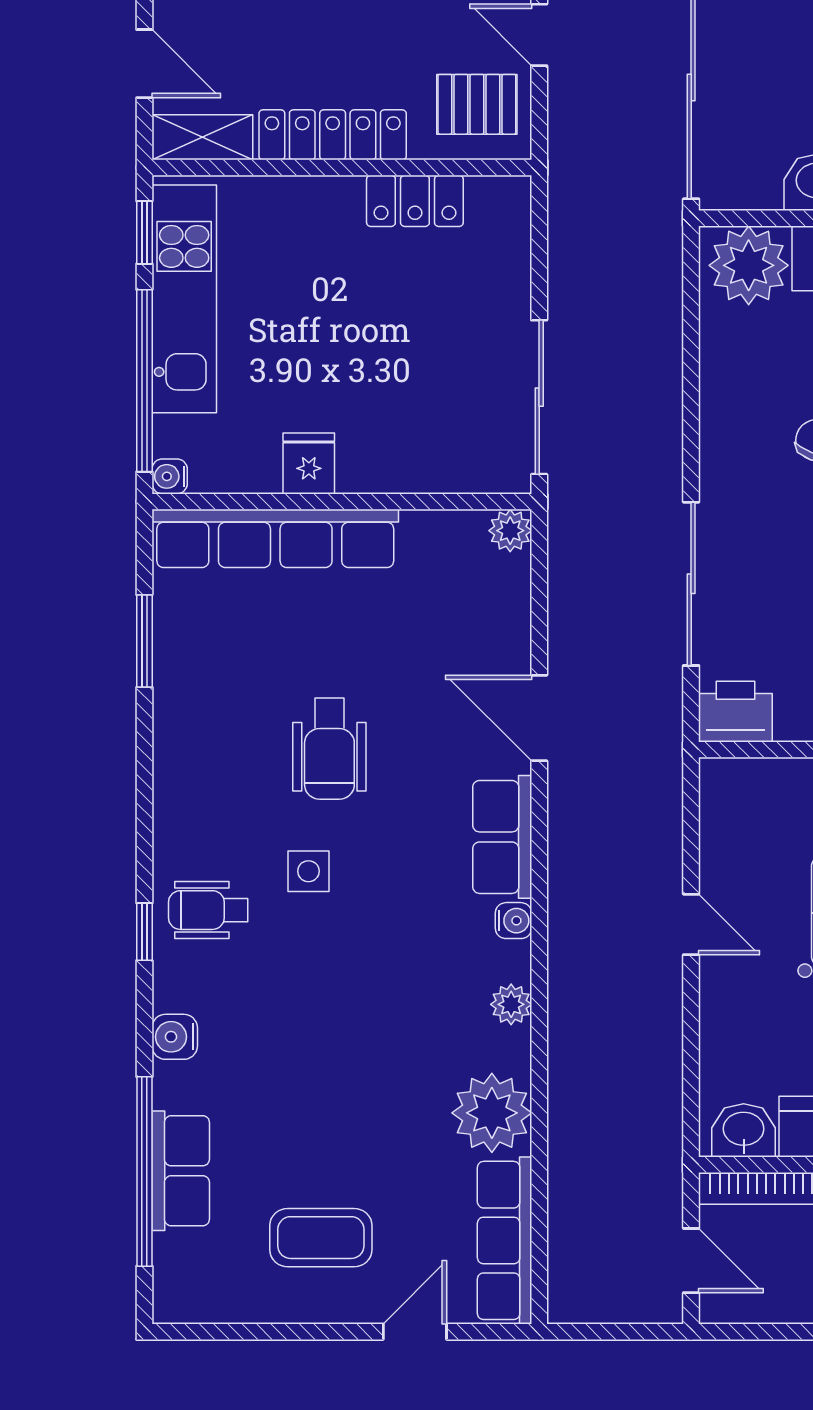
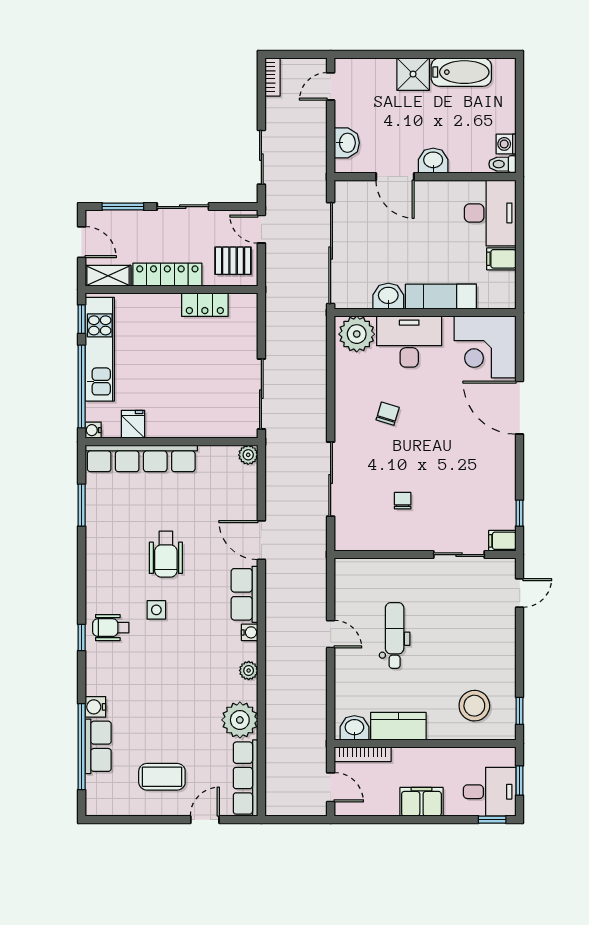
fridge: (309, 463) -> (133, 424), moved
printer: (735, 712) -> (351, 537), removed
water cooler: (175, 1037) -> (95, 707), moved

